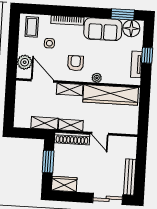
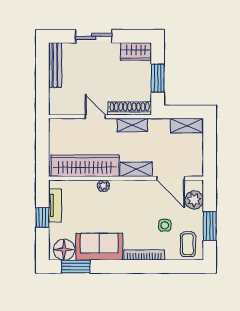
window: (13, 40) -> (210, 226), added
armchair: (76, 63) -> (131, 202), removed
shelving: (45, 123) -> (187, 126), moved
sliding door: (108, 199) -> (94, 36), moved

